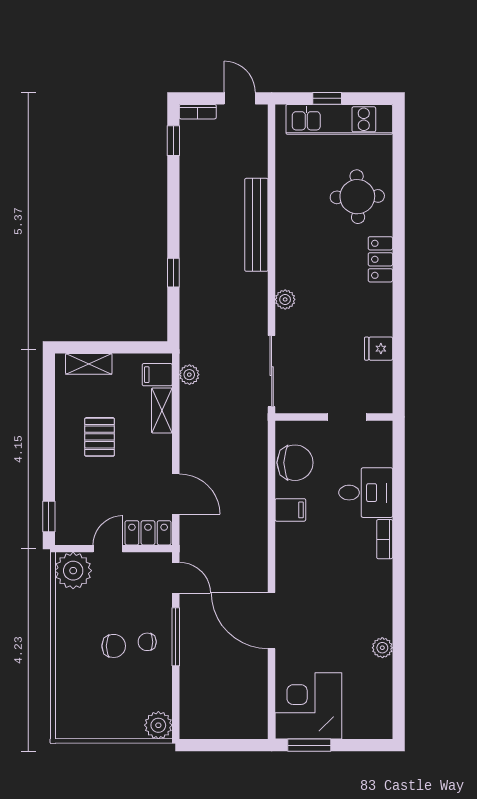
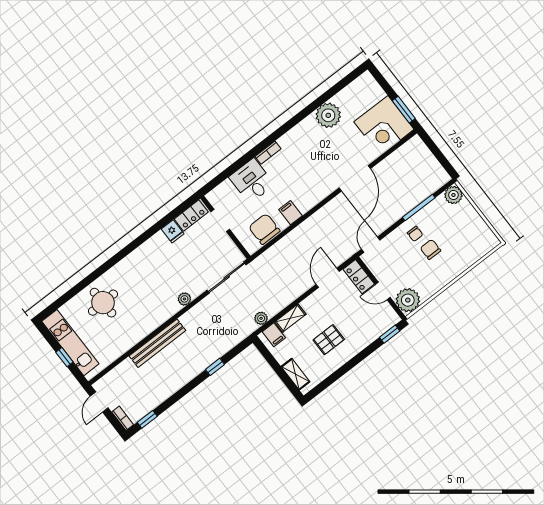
locker: (380, 259) -> (191, 216), moved
window: (176, 637) -> (419, 207), moved
plant: (382, 648) -> (328, 115), width x1.88, depth x1.88

